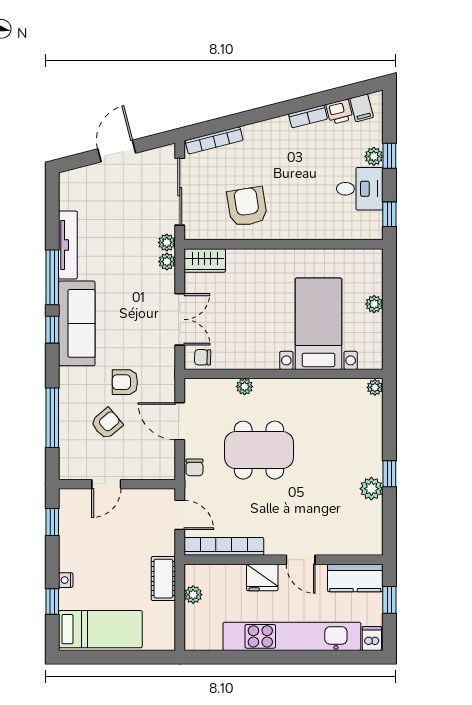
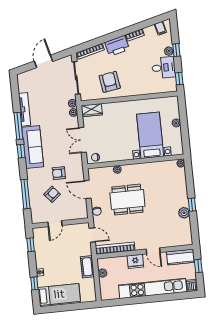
printer: (339, 112) -> (117, 46), moved, width x1.87, depth x1.48
double door: (180, 319) -> (83, 140), swing flipped

